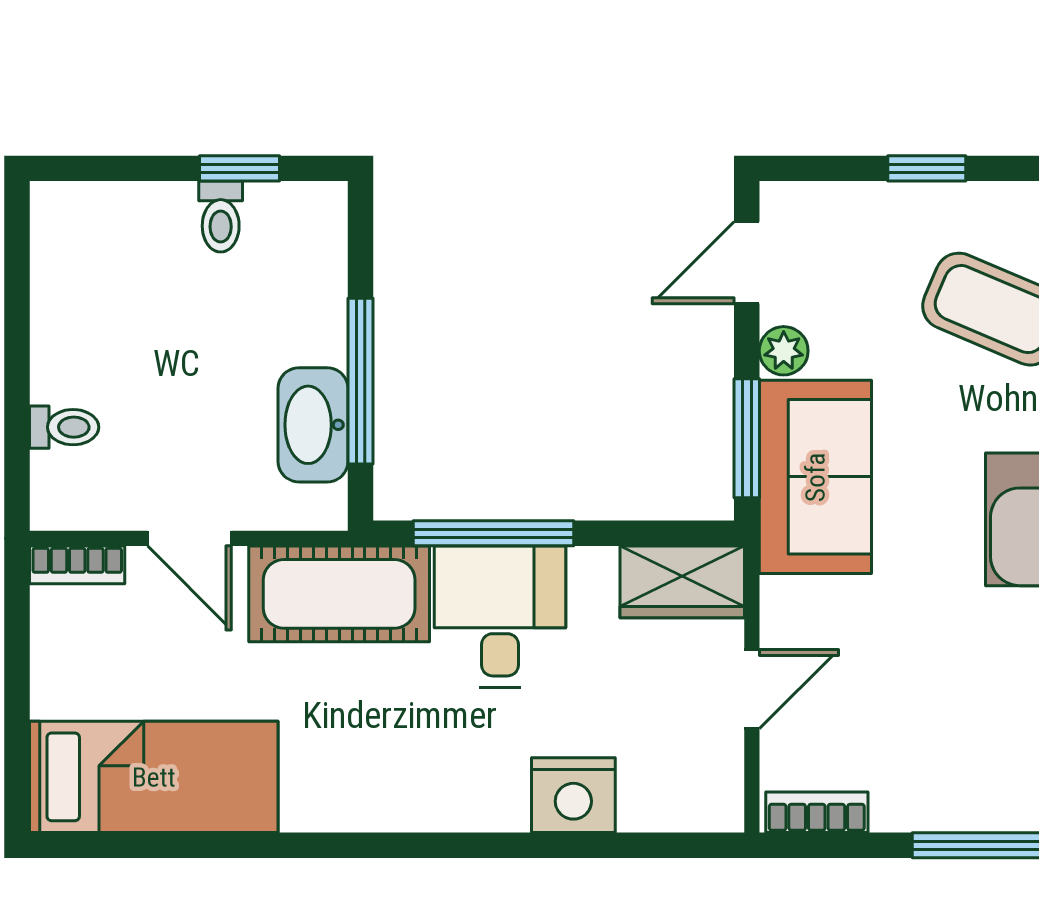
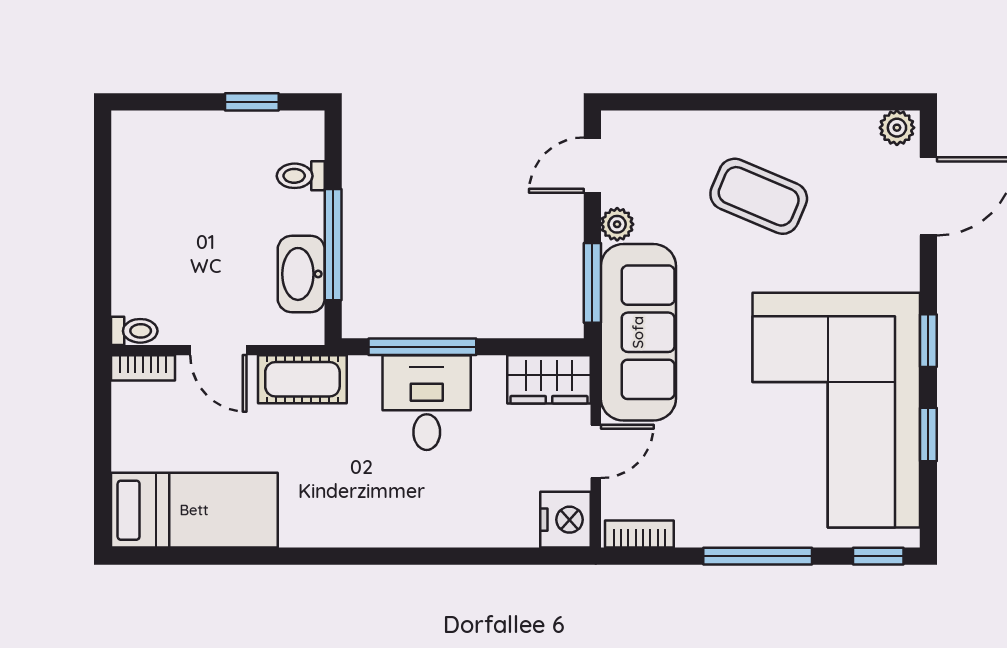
window: (927, 168) -> (713, 102), removed
toilet: (221, 217) -> (301, 176), moved, turned 90
toilet: (64, 427) -> (134, 331), moved
sofa: (815, 477) -> (638, 332), width x1.36
cot: (339, 594) -> (302, 379), width x0.73, depth x0.75
nightstand: (573, 795) -> (566, 520), moved, turned -90

